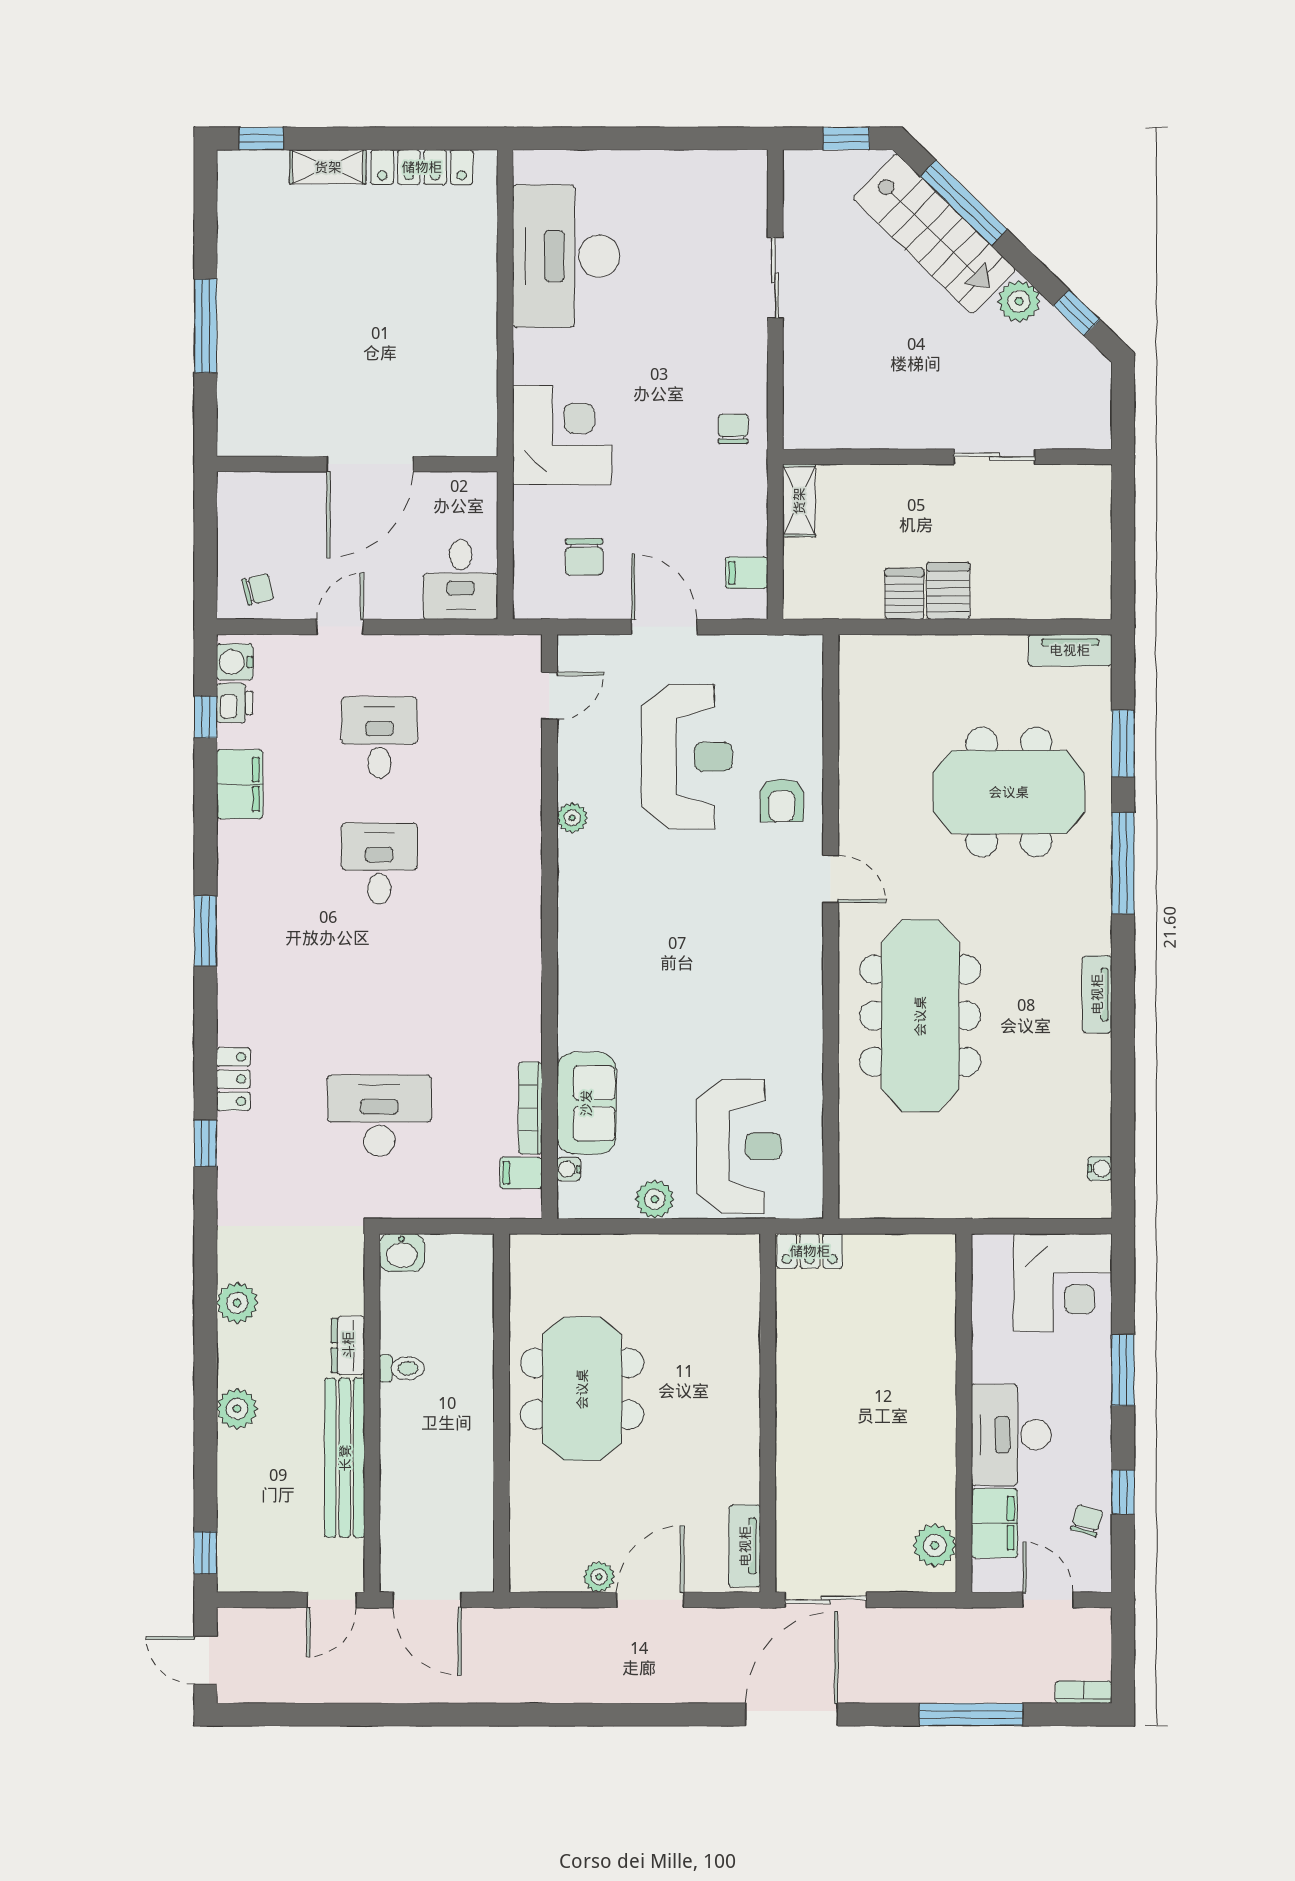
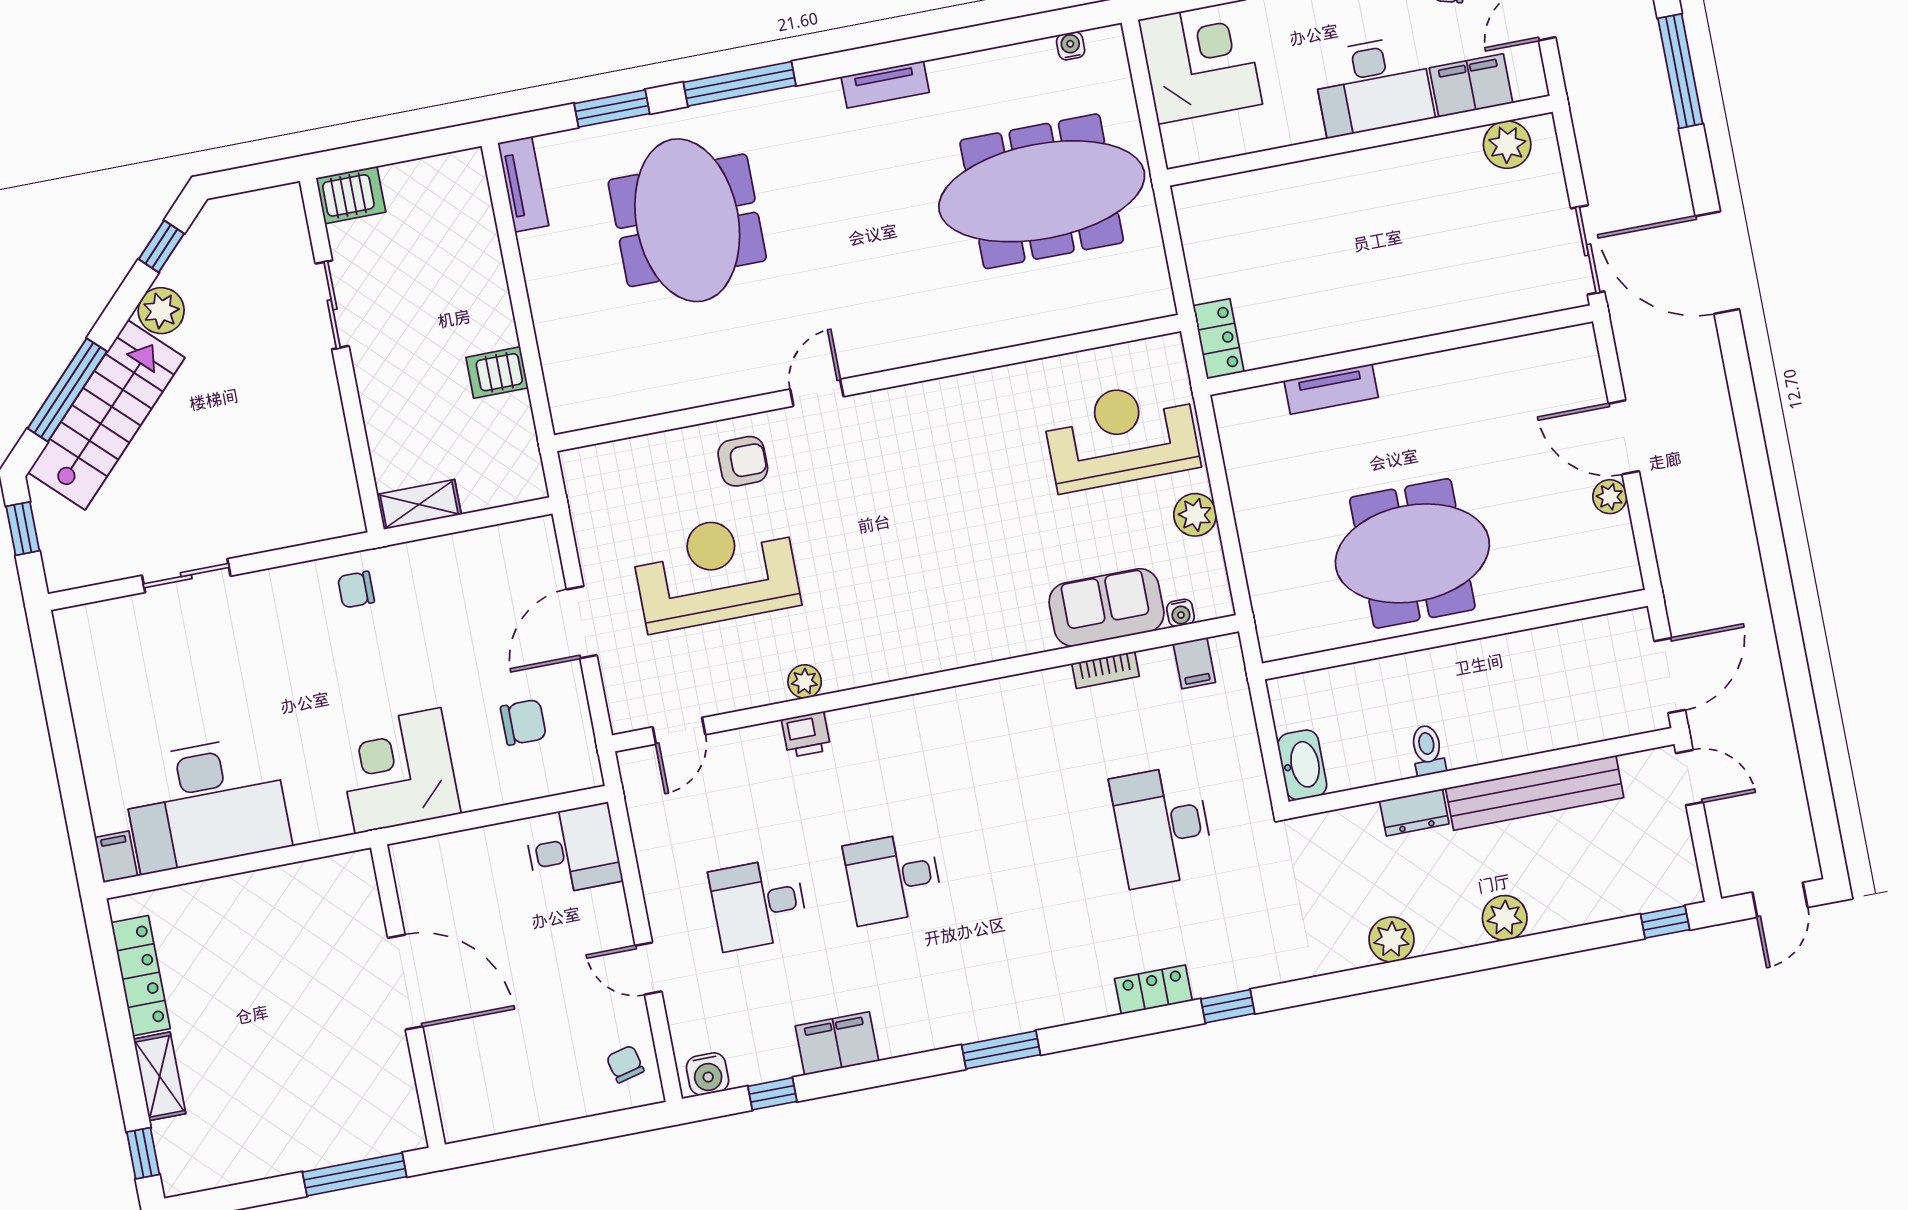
wall: (357, 464) -> (408, 996), moved
door: (370, 464) -> (405, 982), moved
filing cabinet: (747, 573) -> (116, 857), moved, turned 180
server rack: (948, 591) -> (351, 195), moved, turned 180
door: (549, 696) -> (679, 731), swing flipped
printer: (235, 703) -> (806, 734), moved, turned 180
meeting table: (920, 1016) -> (1042, 191), moved
bookcase: (530, 1108) -> (1105, 670), width x0.64
washbasin: (402, 1253) -> (1302, 765), width x1.38
tv unit: (745, 1546) -> (1331, 389), moved

